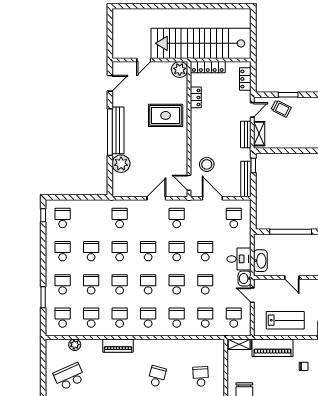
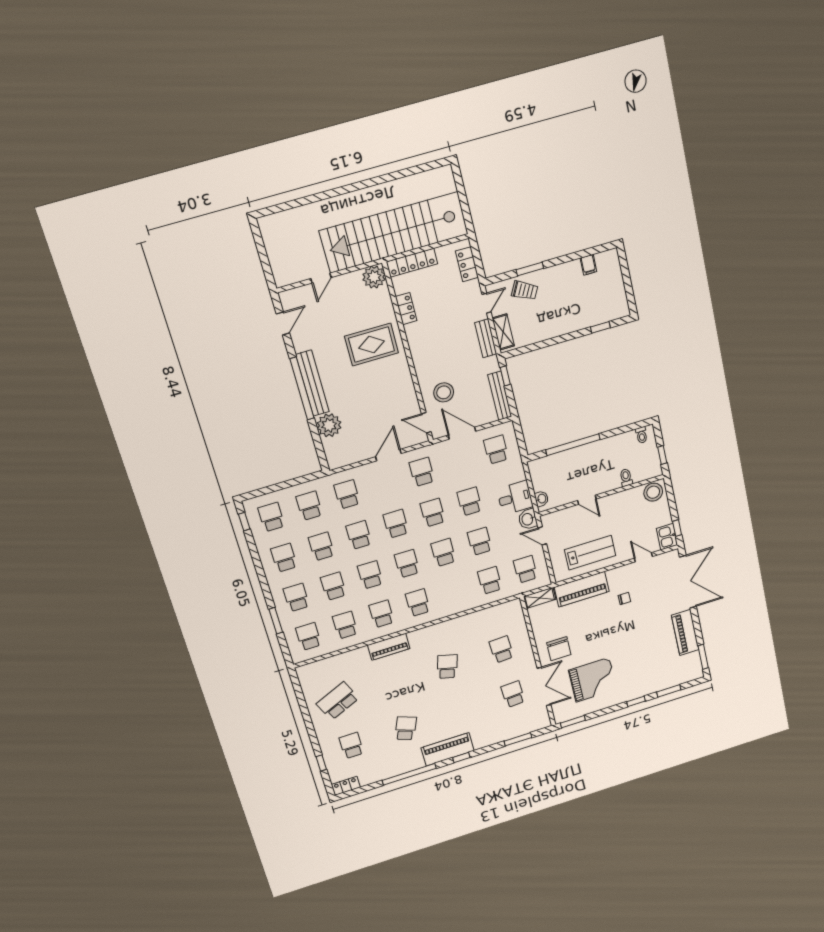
washbasin: (260, 261) -> (542, 499), width x0.52, depth x0.69
school desk: (177, 318) -> (309, 506), moved
plant: (75, 345) -> (334, 663), removed

